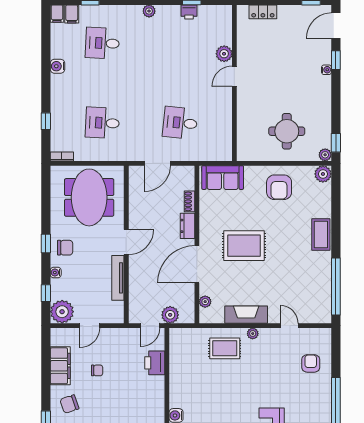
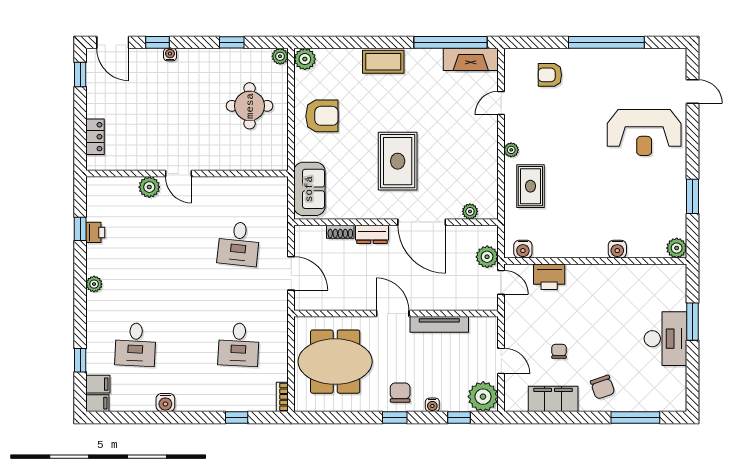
window: (336, 143) -> (232, 42), moved
fireplace: (246, 315) -> (471, 59), moved, turned -90
water cooler: (176, 343) -> (523, 249), added

